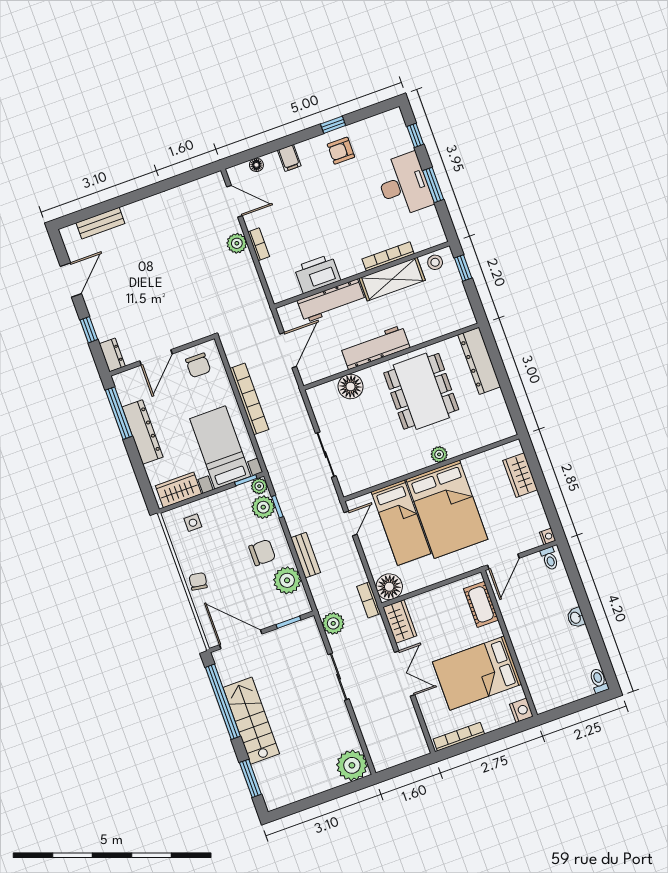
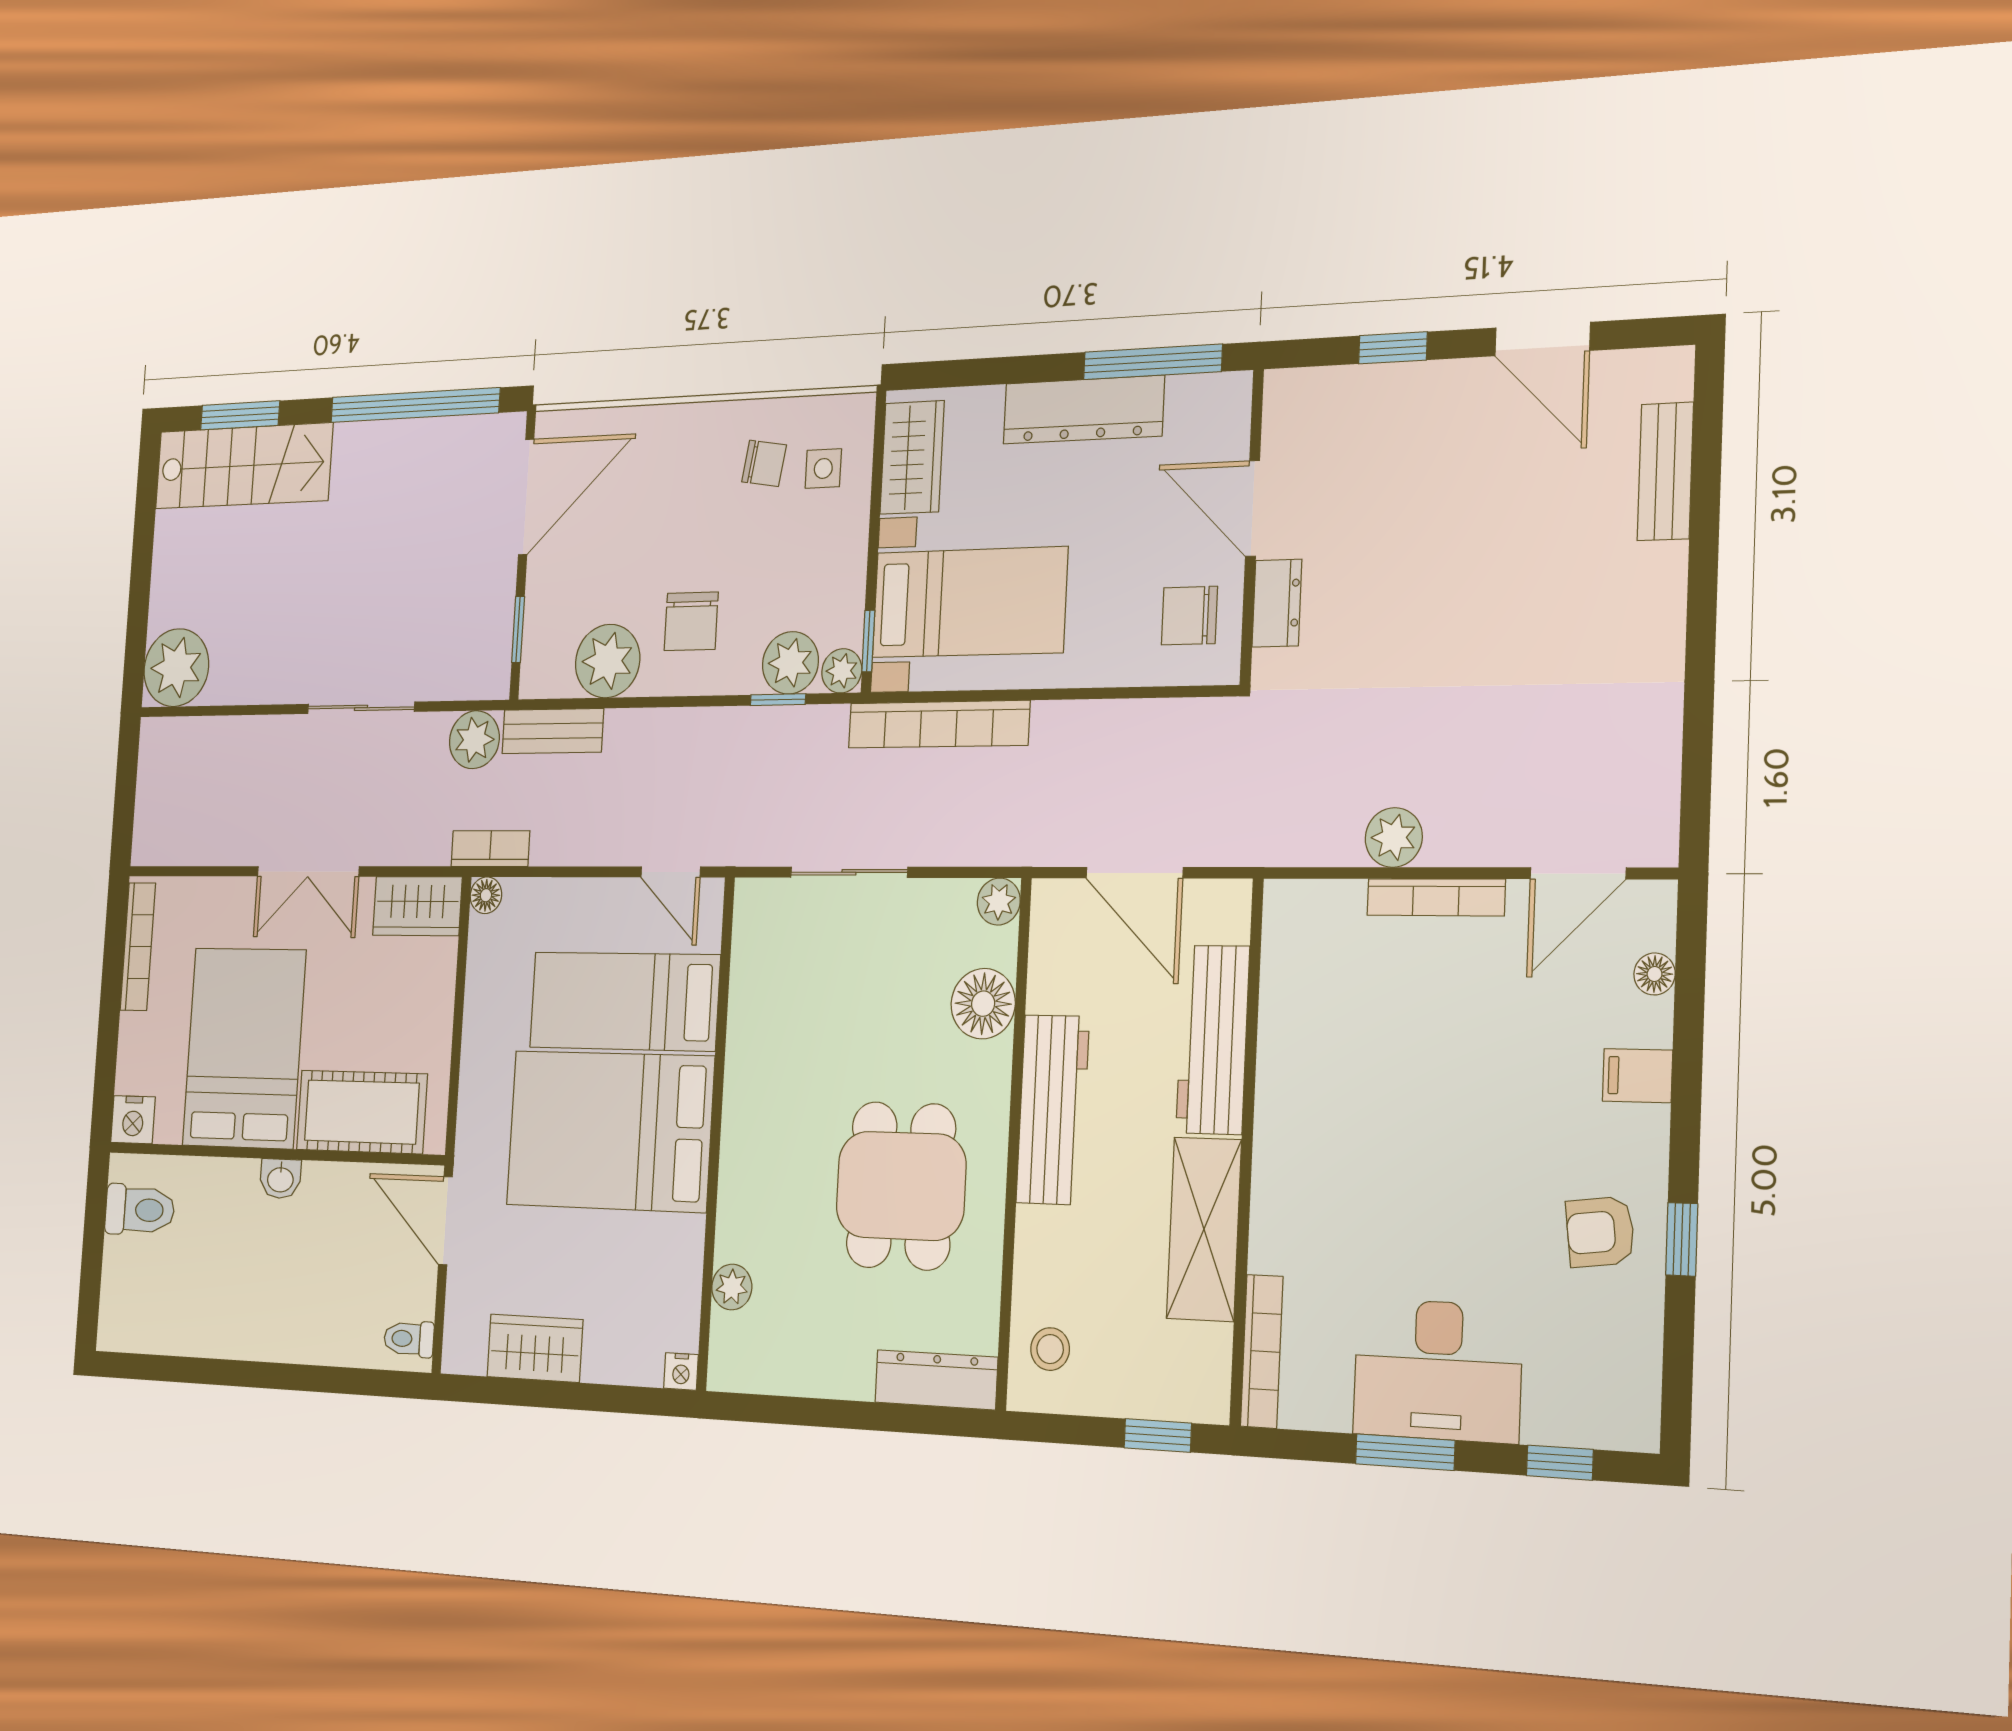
armchair: (341, 151) -> (1600, 1232), turned -97
plant: (237, 243) -> (1394, 837), moved
bookcase: (259, 244) -> (1436, 897), width x1.56
bookcase: (388, 256) -> (1262, 1351), moved
stool: (435, 262) -> (1050, 1349), moved
printer: (317, 274) -> (1297, 1030), removed
dresser: (112, 355) -> (1277, 603), moved, turned -90
dresser: (479, 361) -> (936, 1380), width x0.73, depth x0.80
dining table: (421, 391) -> (901, 1186), width x0.73
plant: (315, 395) -> (999, 902), added
bookcase: (249, 399) -> (939, 724), moved
plant: (439, 454) -> (732, 1287), moved
wardrobe: (520, 475) -> (535, 1348), moved
nightstand: (548, 536) -> (681, 1372), moved
bench: (306, 555) -> (553, 731), moved
chair: (198, 581) -> (764, 463), moved
floor lamp: (389, 587) -> (486, 895), width x0.53, depth x0.53
cot: (481, 604) -> (362, 1112), width x1.37, depth x1.34
washbasin: (576, 618) -> (280, 1179), moved, turned 180
toilet: (599, 681) -> (140, 1210), moved, width x1.37, depth x1.39
stairs: (251, 721) -> (244, 466), moved

